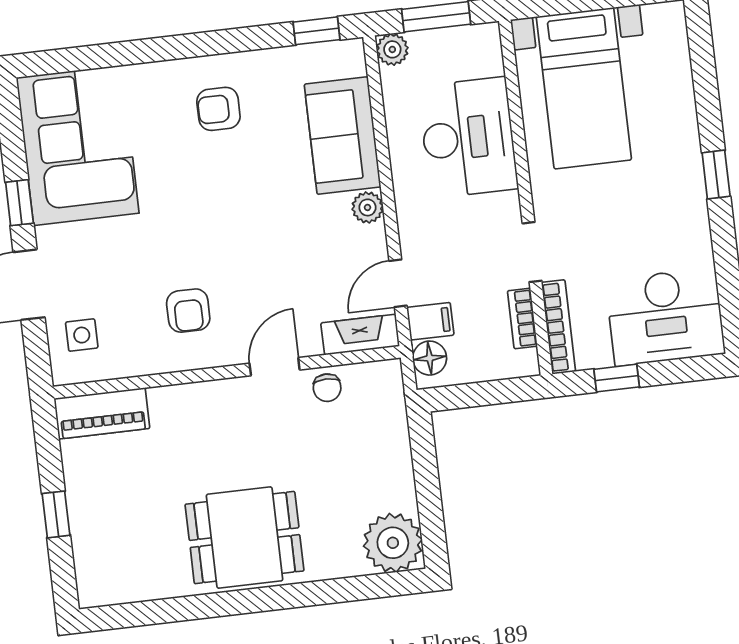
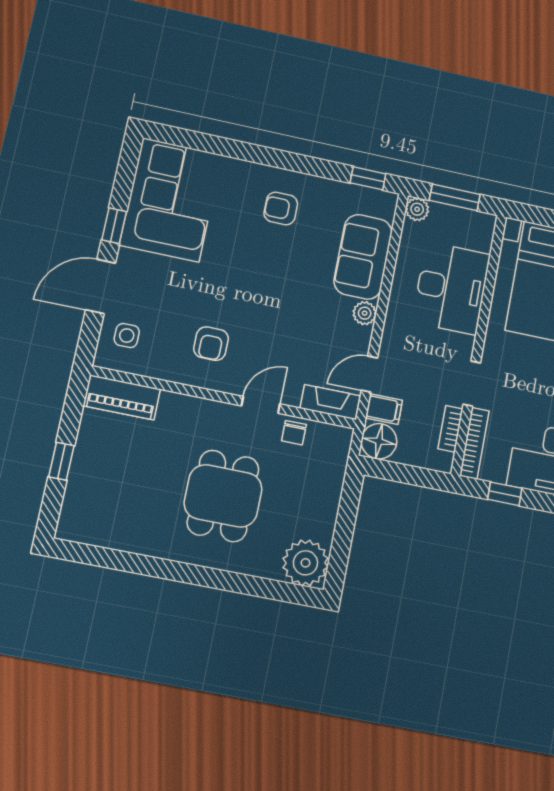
floor lamp: (430, 358) -> (379, 441), width x1.38, depth x1.38
dining table: (245, 538) -> (223, 496), moved, turned 90

